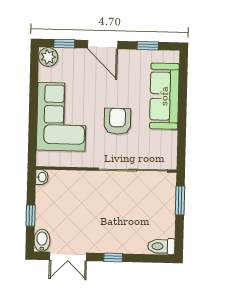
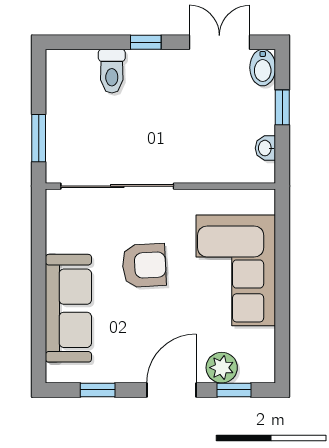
door: (103, 45) -> (171, 390), hinge flipped
plant: (48, 57) -> (222, 368), moved
armchair: (117, 121) -> (144, 265), turned -93
washbasin: (42, 177) -> (265, 148), moved
toilet: (161, 246) -> (112, 71), moved, turned 90

